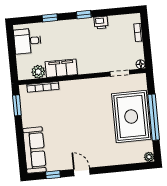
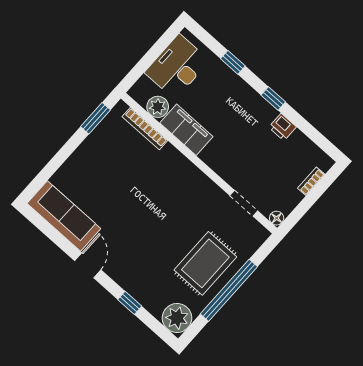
desk: (28, 41) -> (177, 67), width x1.37
rug: (131, 116) -> (205, 263), width x0.73, depth x0.69
sofa: (35, 150) -> (64, 216), moved, turned -90
plant: (149, 157) -> (177, 318), width x1.88, depth x1.88
window: (53, 175) -> (130, 303), moved

